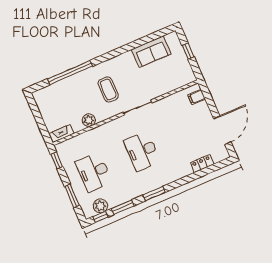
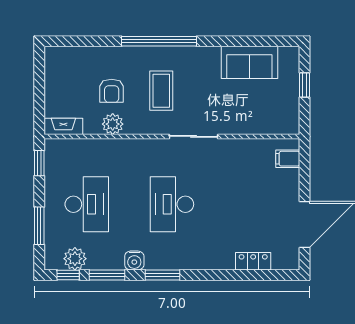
window: (70, 73) -> (159, 41), moved
armchair: (80, 102) -> (112, 91), added
desk: (94, 172) -> (87, 204), turned 180
water cooler: (135, 192) -> (134, 261), added

